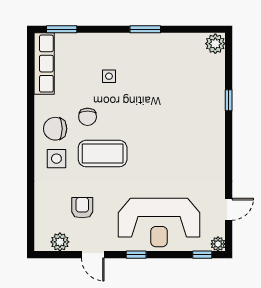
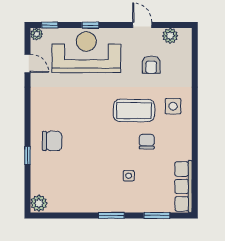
window: (62, 29) -> (157, 215), moved
window: (145, 29) -> (111, 215), moved
chair: (55, 129) -> (52, 141), moved
door: (229, 209) -> (28, 63), swing flipped
window: (136, 255) -> (90, 25), moved

